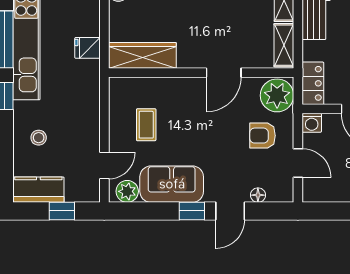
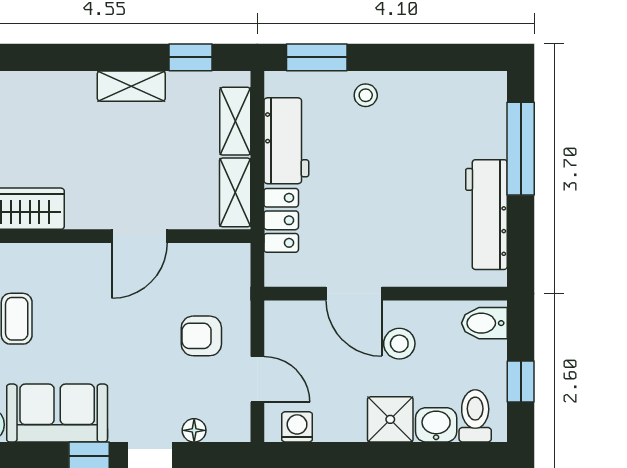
locker: (313, 83) -> (281, 220), moved
plant: (277, 95) -> (224, 272), removed
washing machine: (312, 123) -> (297, 427), moved, turned 180

